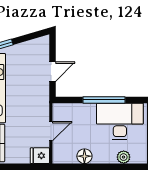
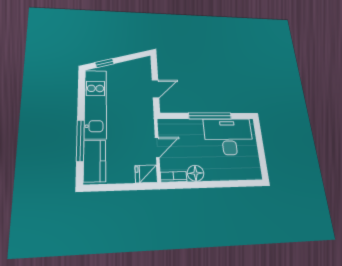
plant: (124, 157) -> (237, 173), removed
bookcase: (64, 159) -> (174, 177), added

